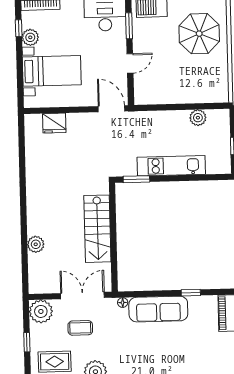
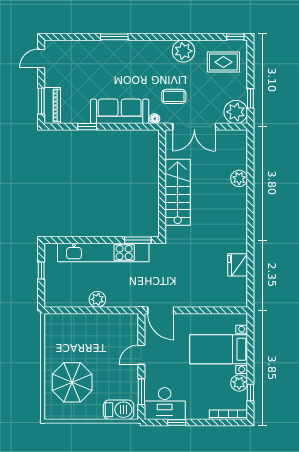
plant: (198, 118) -> (97, 299), moved
fridge: (54, 123) -> (238, 265), moved, turned -90
kitchen unit: (171, 166) -> (103, 253), width x1.36
coffee table: (80, 328) -> (174, 96), moved
window: (27, 342) -> (250, 98), moved

